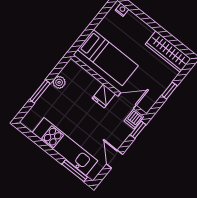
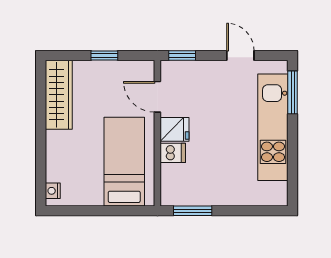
plant: (59, 82) -> (201, 197), removed
window: (40, 91) -> (193, 211), moved
dishwasher: (134, 119) -> (173, 153), moved
door: (114, 159) -> (240, 55), swing flipped

